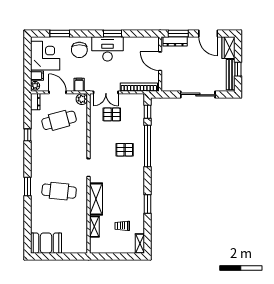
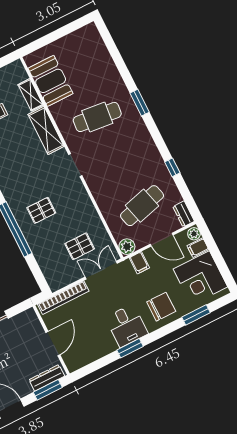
desk: (107, 49) -> (127, 326), width x0.73
chair: (79, 50) -> (161, 307), turned 90
door: (160, 61) -> (53, 344), hinge flipped
window: (147, 112) -> (37, 272), removed
booth: (46, 243) -> (51, 81), moved, turned 90

